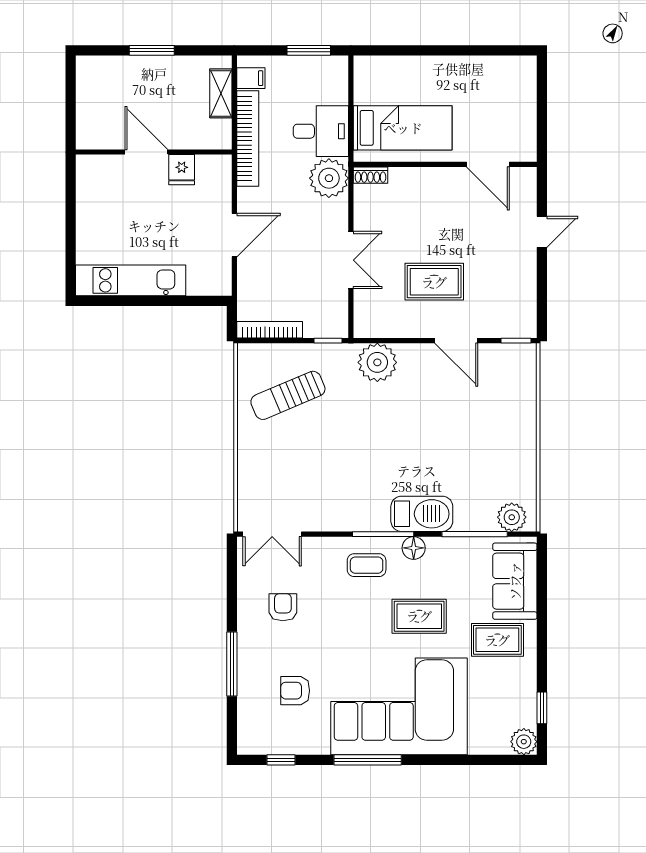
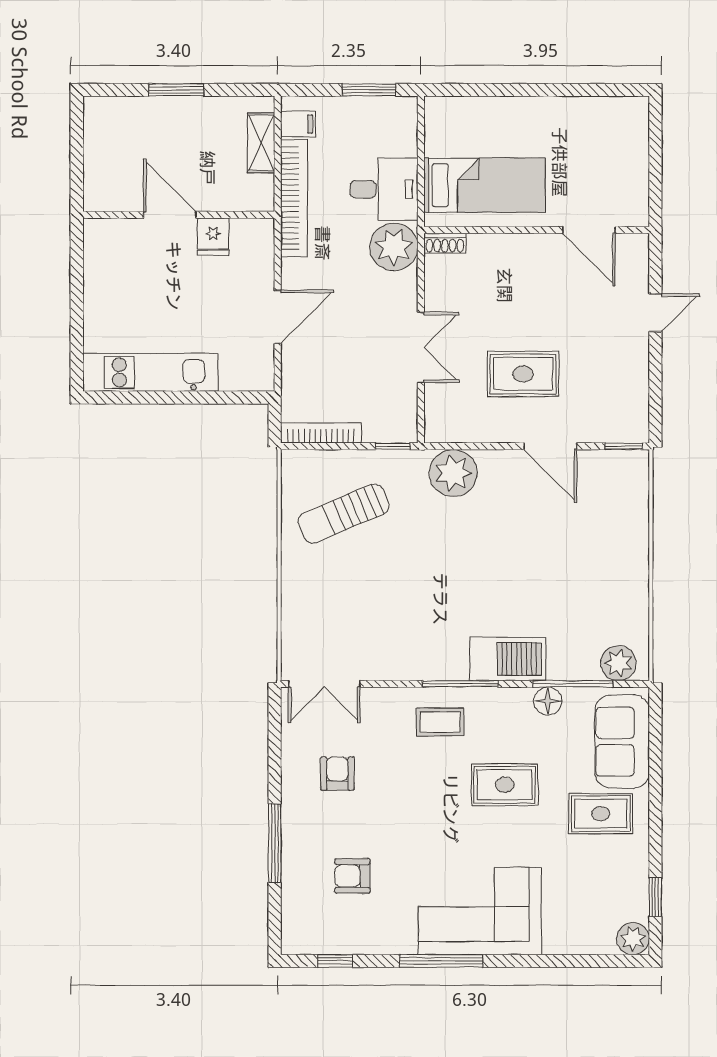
floor lamp: (414, 548) -> (548, 701), moved
corner sofa: (399, 706) -> (480, 911), width x0.73, depth x0.74

